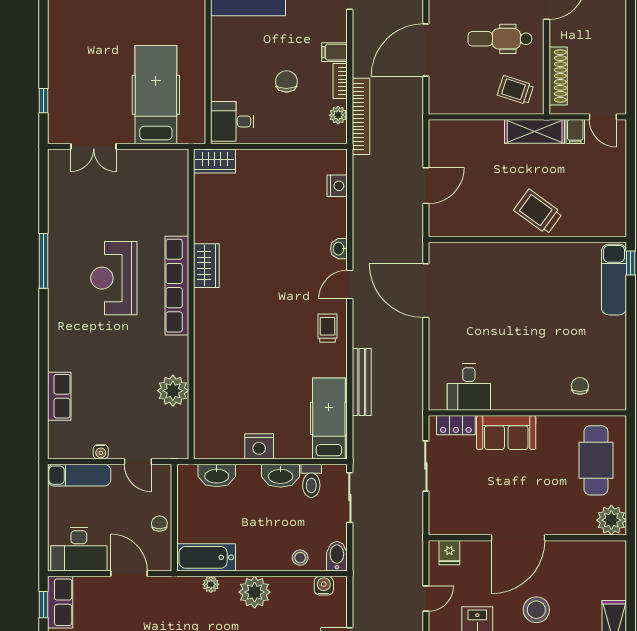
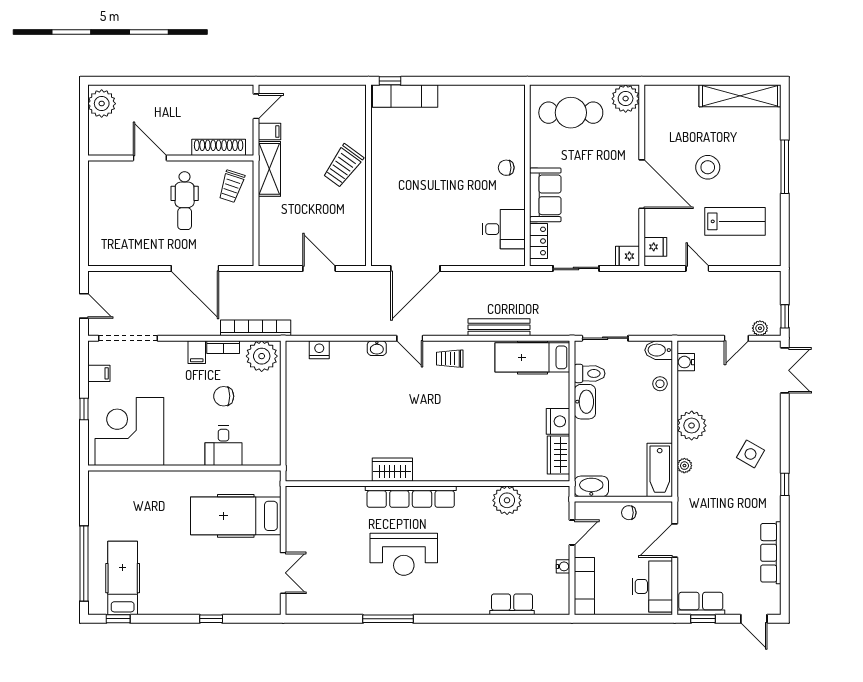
window: (44, 101) -> (211, 619), moved
plant: (338, 115) -> (262, 356), width x1.88, depth x1.88
desk: (232, 121) -> (224, 446), moved
wardrobe: (215, 161) -> (559, 455), moved, turned 180
chair: (580, 386) -> (506, 168), moved
washbasin: (217, 475) -> (591, 486), moved, turned -90
fridge: (439, 522) -> (627, 256), added

